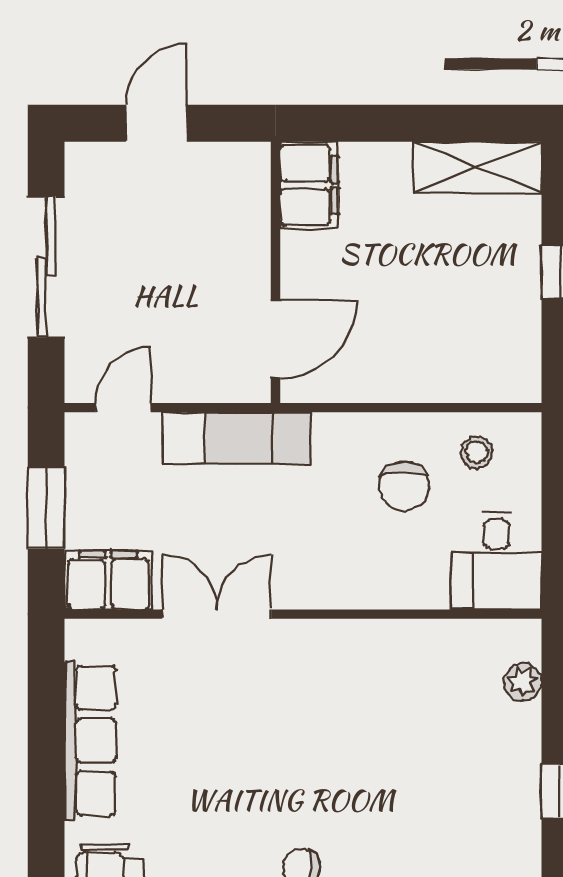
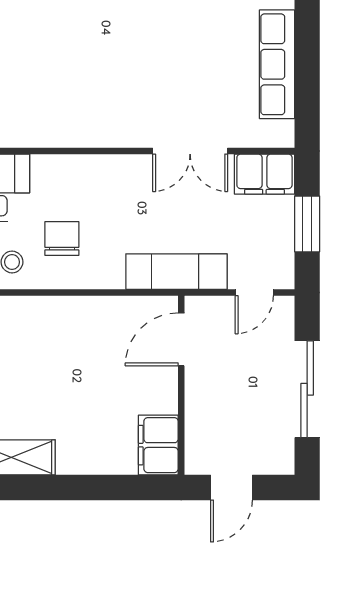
filing cabinet: (309, 185) -> (158, 445), moved
wall: (276, 272) -> (181, 385), moved
door: (276, 339) -> (181, 339), moved

